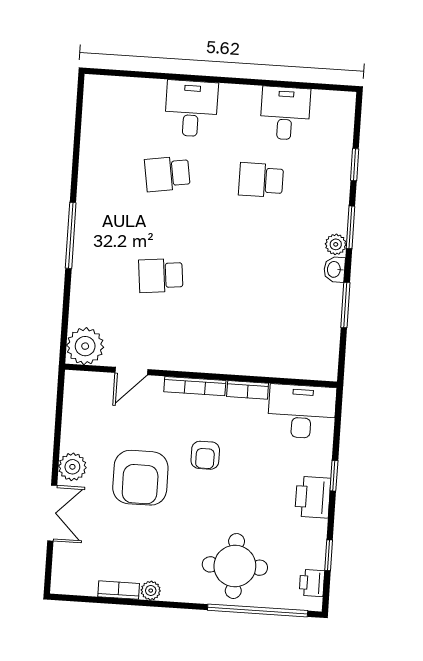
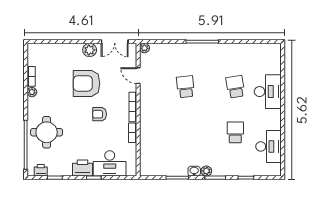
desk: (191, 109) -> (268, 92), width x1.37
desk: (285, 113) -> (269, 146), width x1.37
plant: (85, 346) -> (144, 48), width x0.53, depth x0.53
desk: (302, 412) -> (110, 163), moved, turned 90
double door: (52, 513) -> (115, 42), moved

